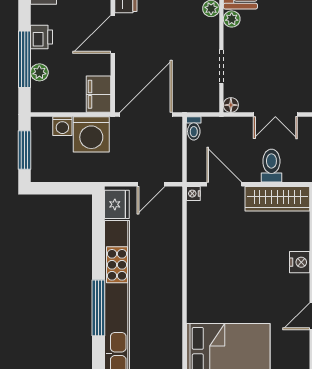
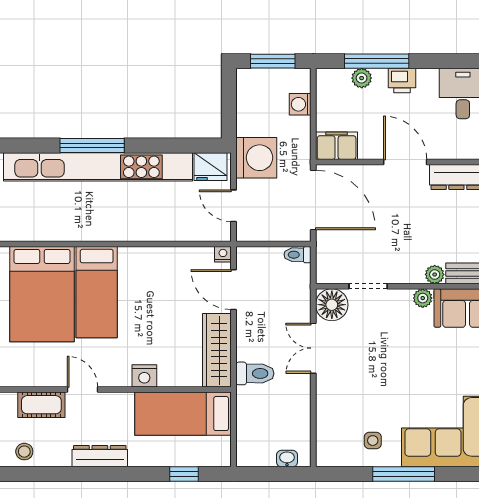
floor lamp: (231, 105) -> (332, 305), width x1.89, depth x1.89
washing machine: (91, 134) -> (256, 158), moved, turned 180
toilet: (271, 166) -> (255, 373), moved
door: (224, 184) -> (234, 290), swing flipped
bed: (226, 304) -> (97, 292), added

